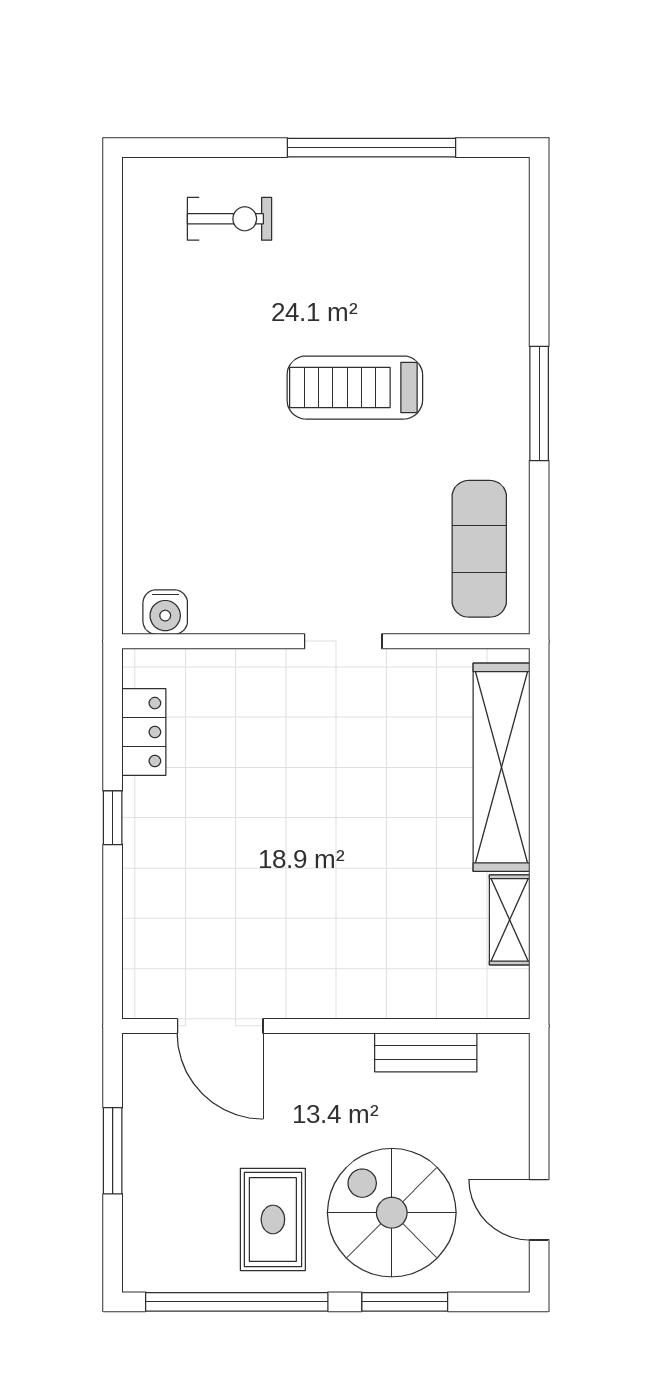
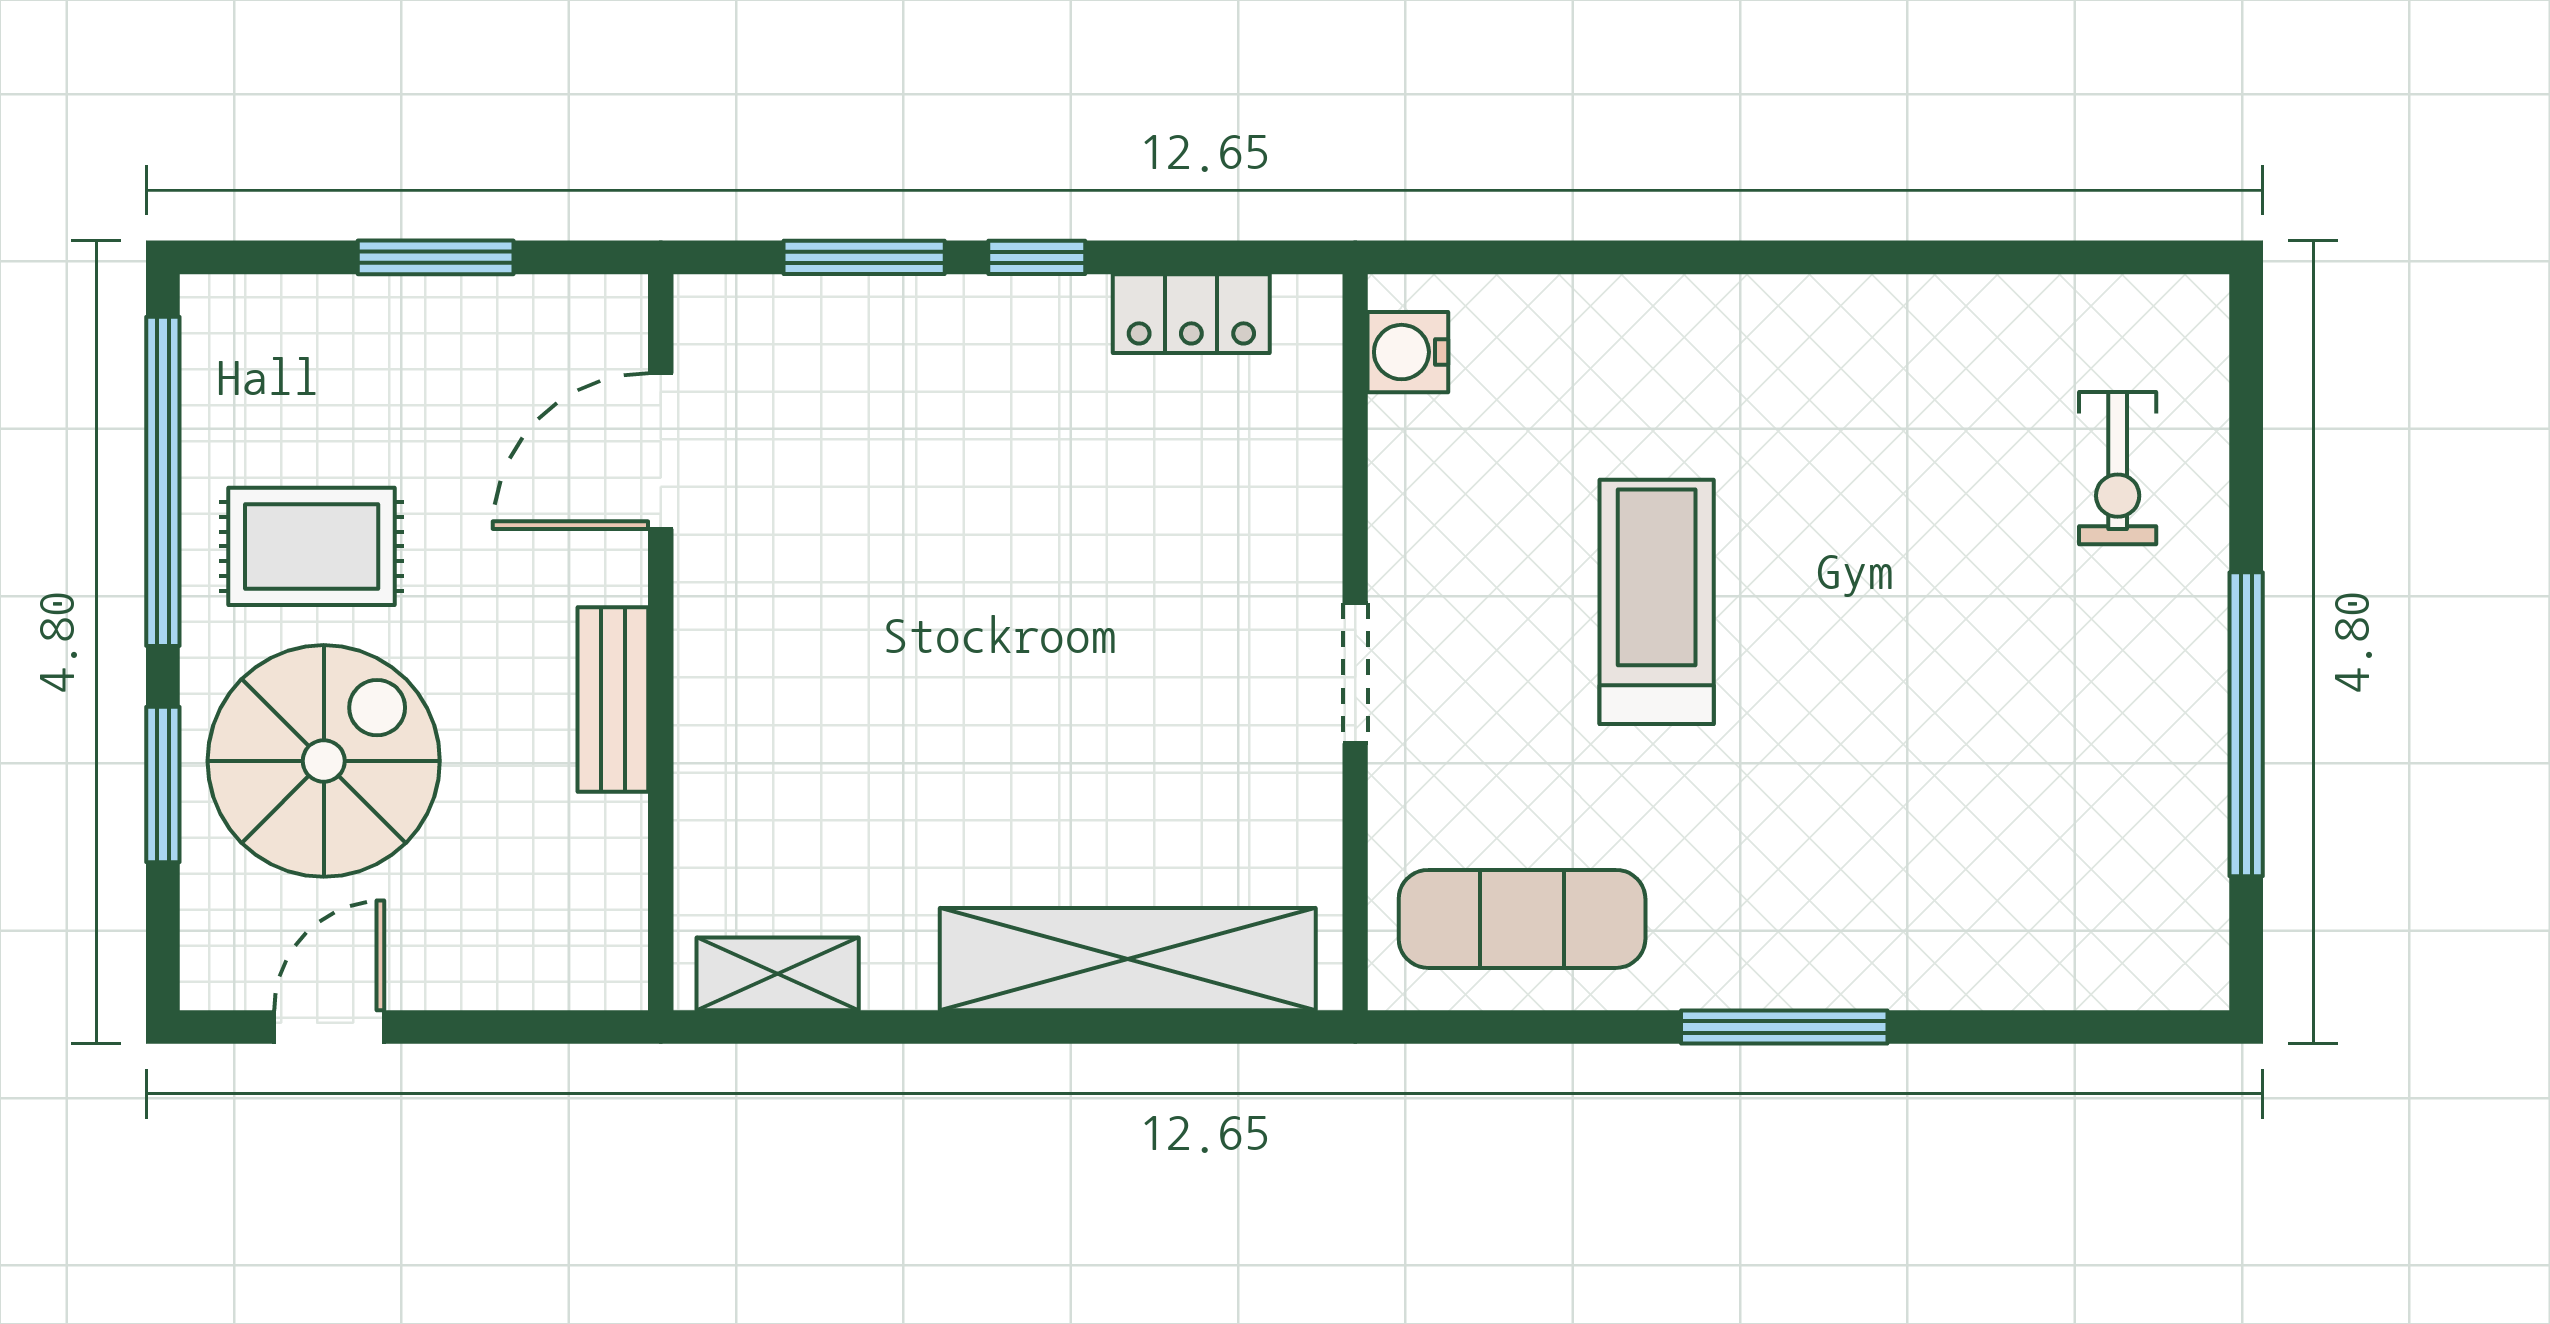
treadmill: (355, 388) -> (1657, 602), moved
window: (113, 913) -> (864, 257), added
shelving: (510, 920) -> (778, 974), moved
bench: (426, 1052) -> (613, 700), moved

